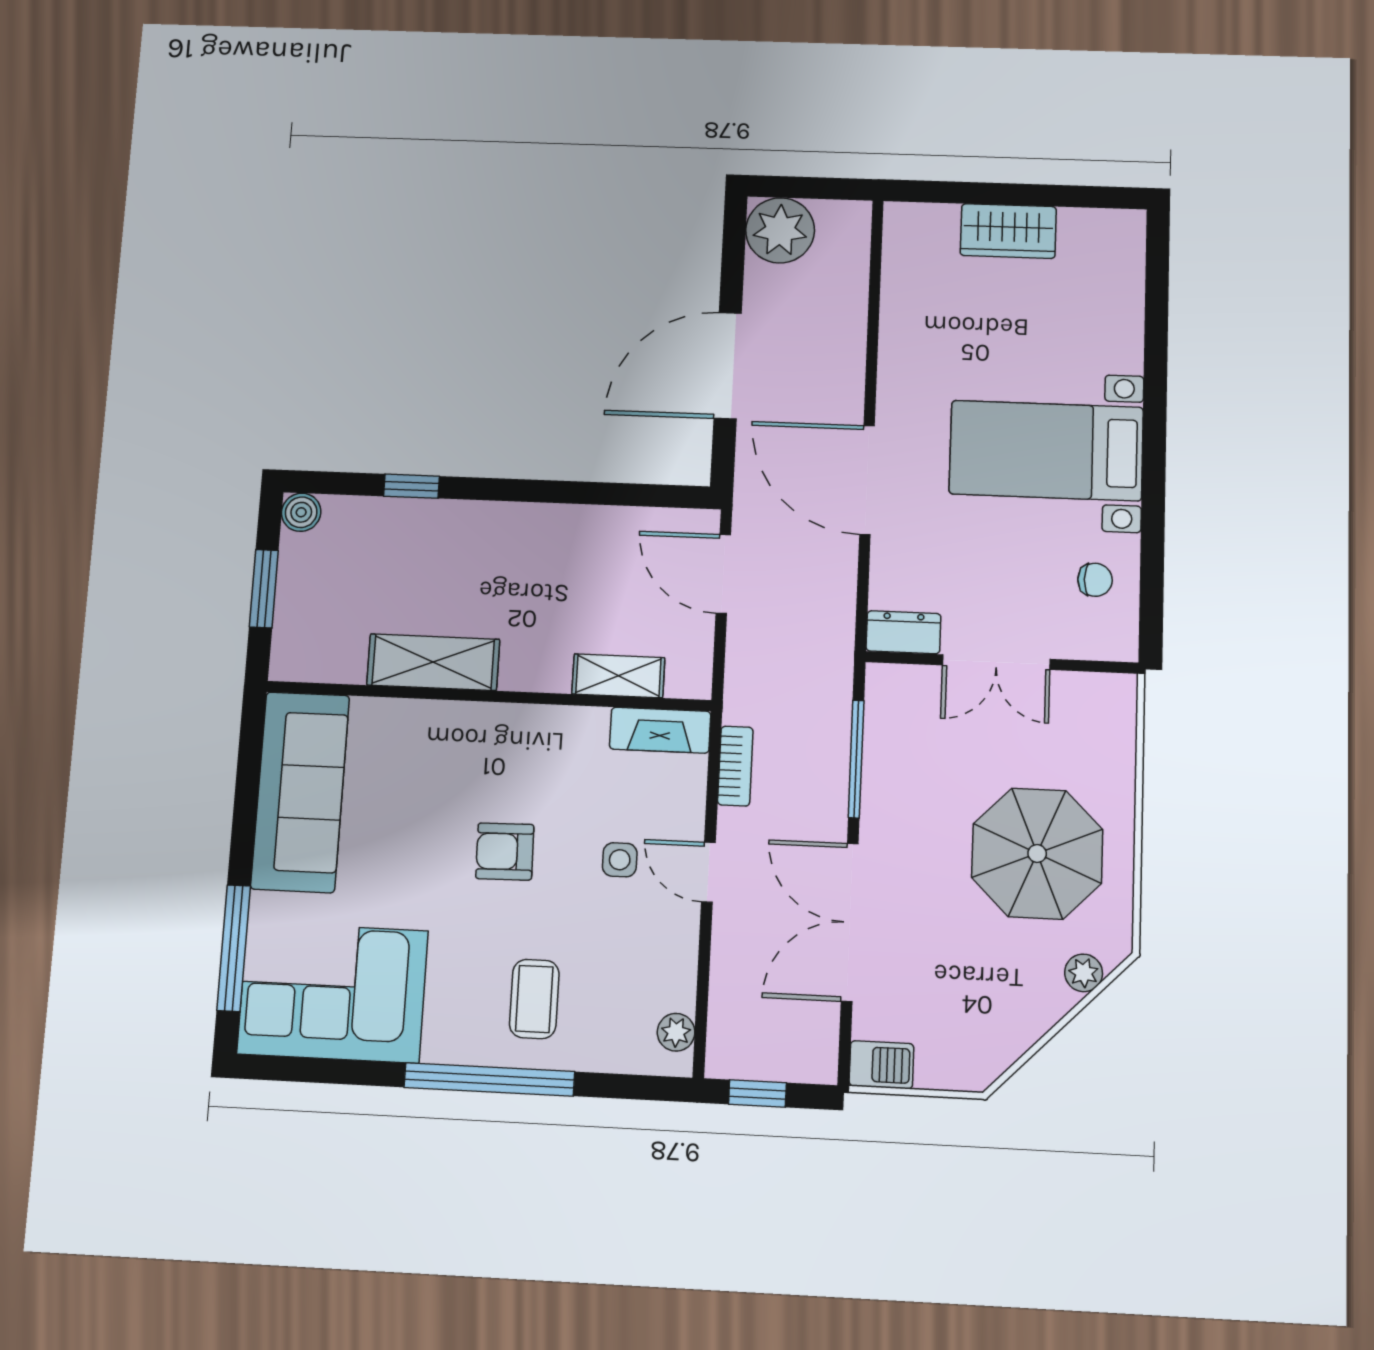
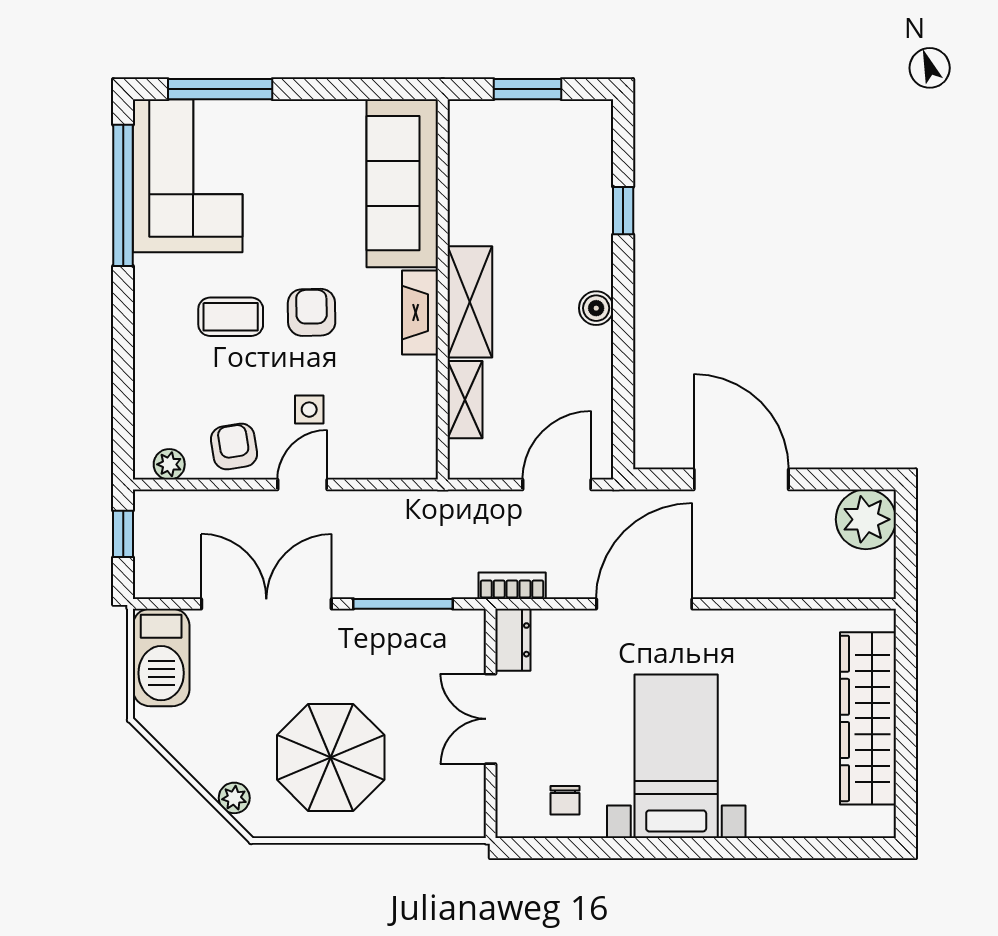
wardrobe: (1008, 231) -> (868, 718), width x2.10, depth x1.17
boiler: (301, 512) -> (596, 308), moved
shelving: (433, 662) -> (470, 302), moved
fireplace: (660, 730) -> (420, 313), moved
bookcase: (735, 766) -> (512, 586), moved, turned 180
sofa: (300, 792) -> (402, 183), moved, turned 90
armchair: (659, 952) -> (234, 447), added
coffee table: (534, 999) -> (231, 317), moved
barbecue: (881, 1065) -> (161, 658), width x1.88, depth x1.53
window: (489, 1079) -> (123, 195), moved

